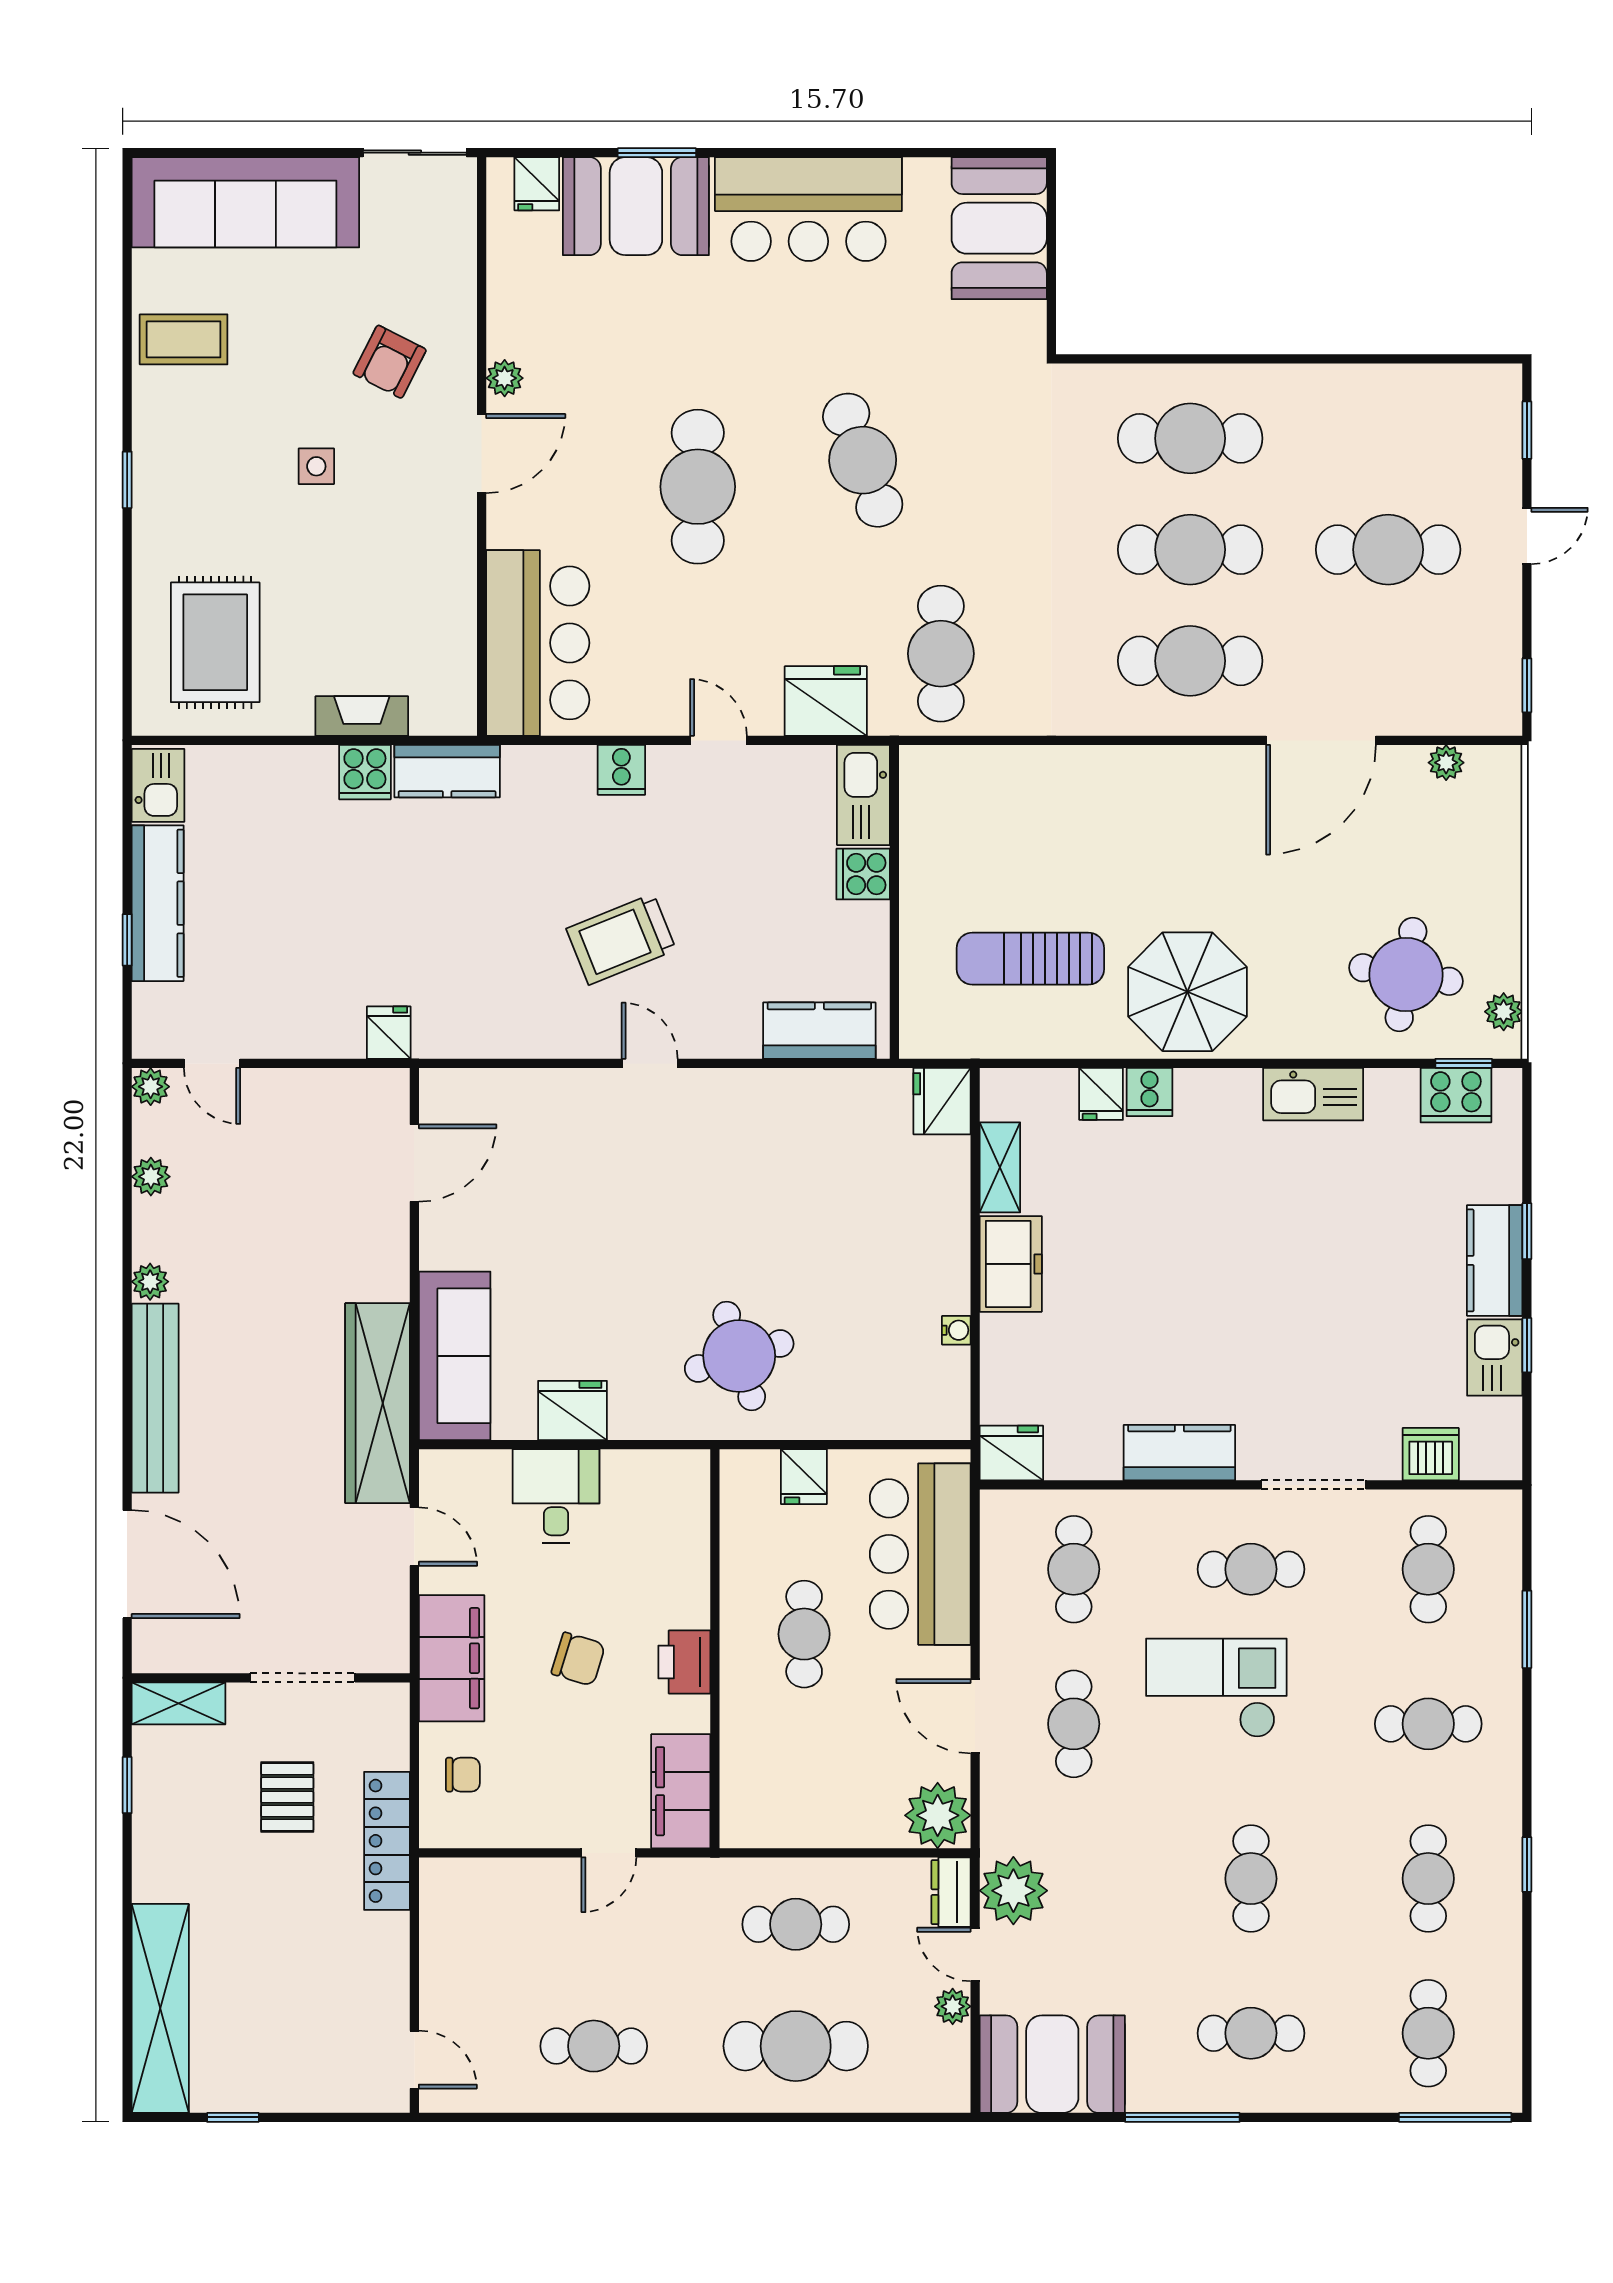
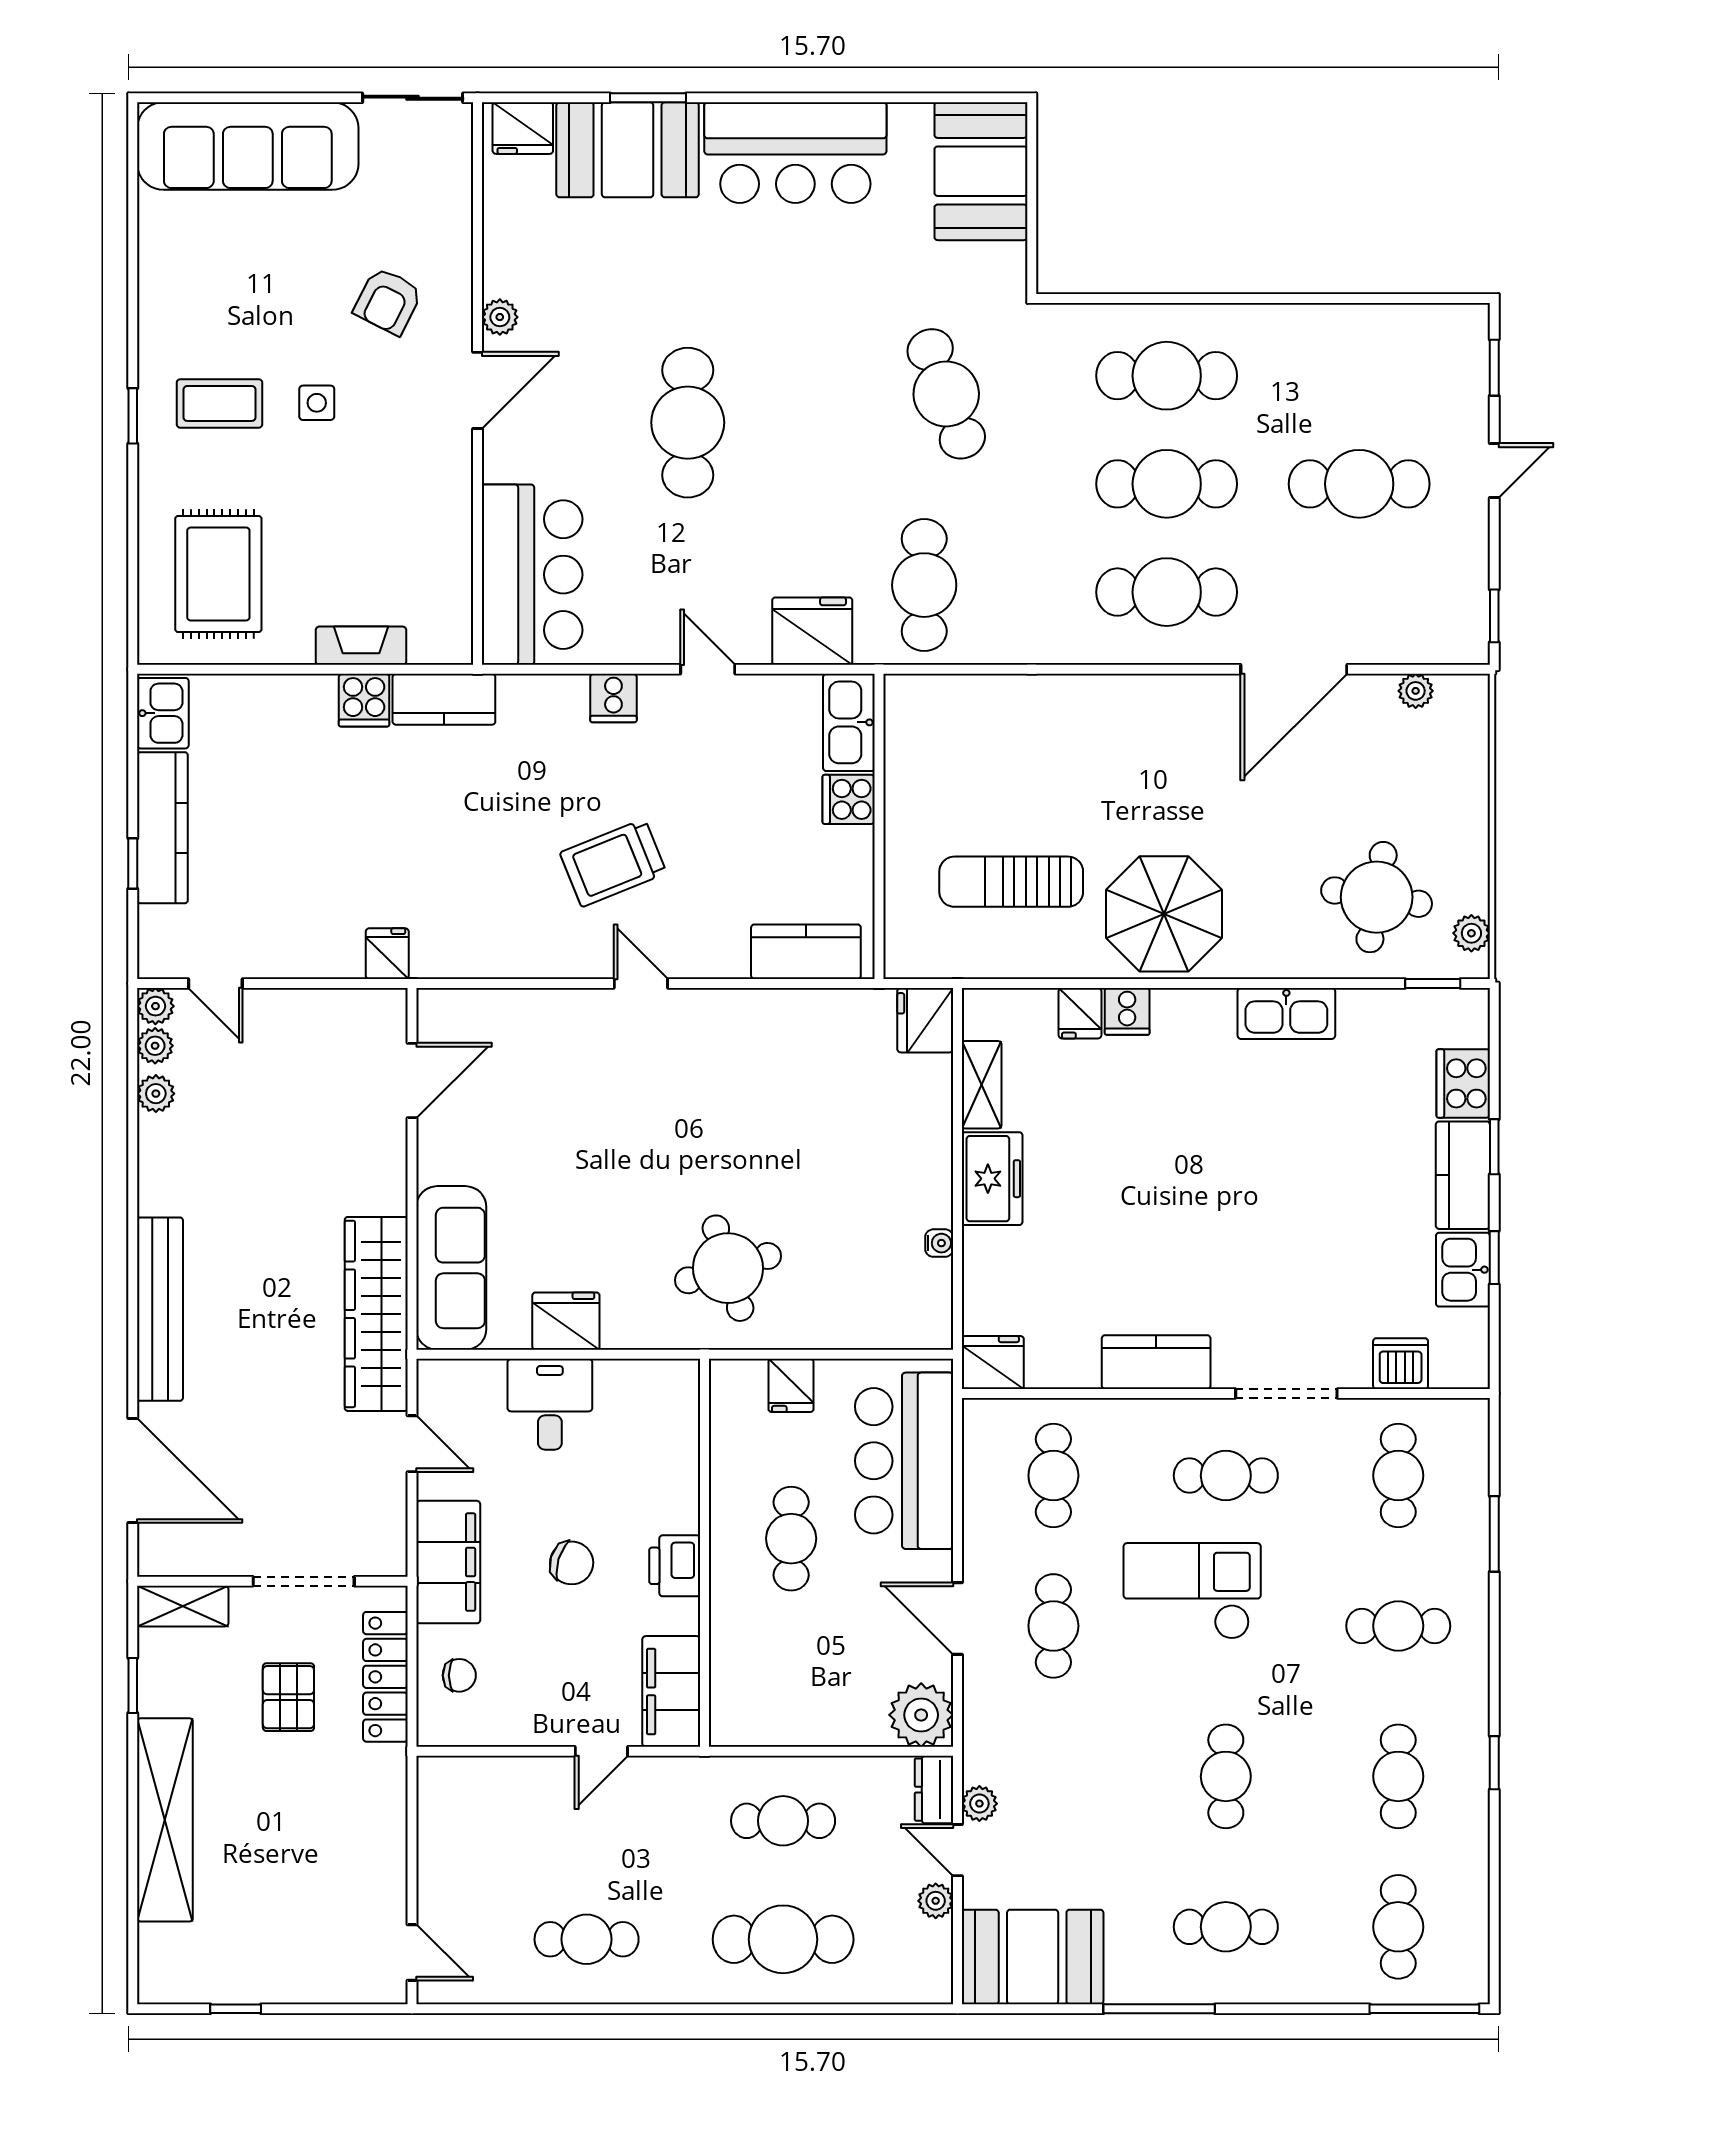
fridge: (537, 184) -> (523, 128), width x1.38
coffee table: (184, 339) -> (219, 403), moved
cafe table: (863, 460) -> (946, 394), moved
cooker: (1456, 1095) -> (1463, 1083), moved, turned 90
plant: (150, 1282) -> (155, 1046), moved
locker: (387, 1841) -> (385, 1677), moved
plant: (1013, 1891) -> (979, 1804), width x0.53, depth x0.53
shelving: (160, 2008) -> (165, 1820), moved

